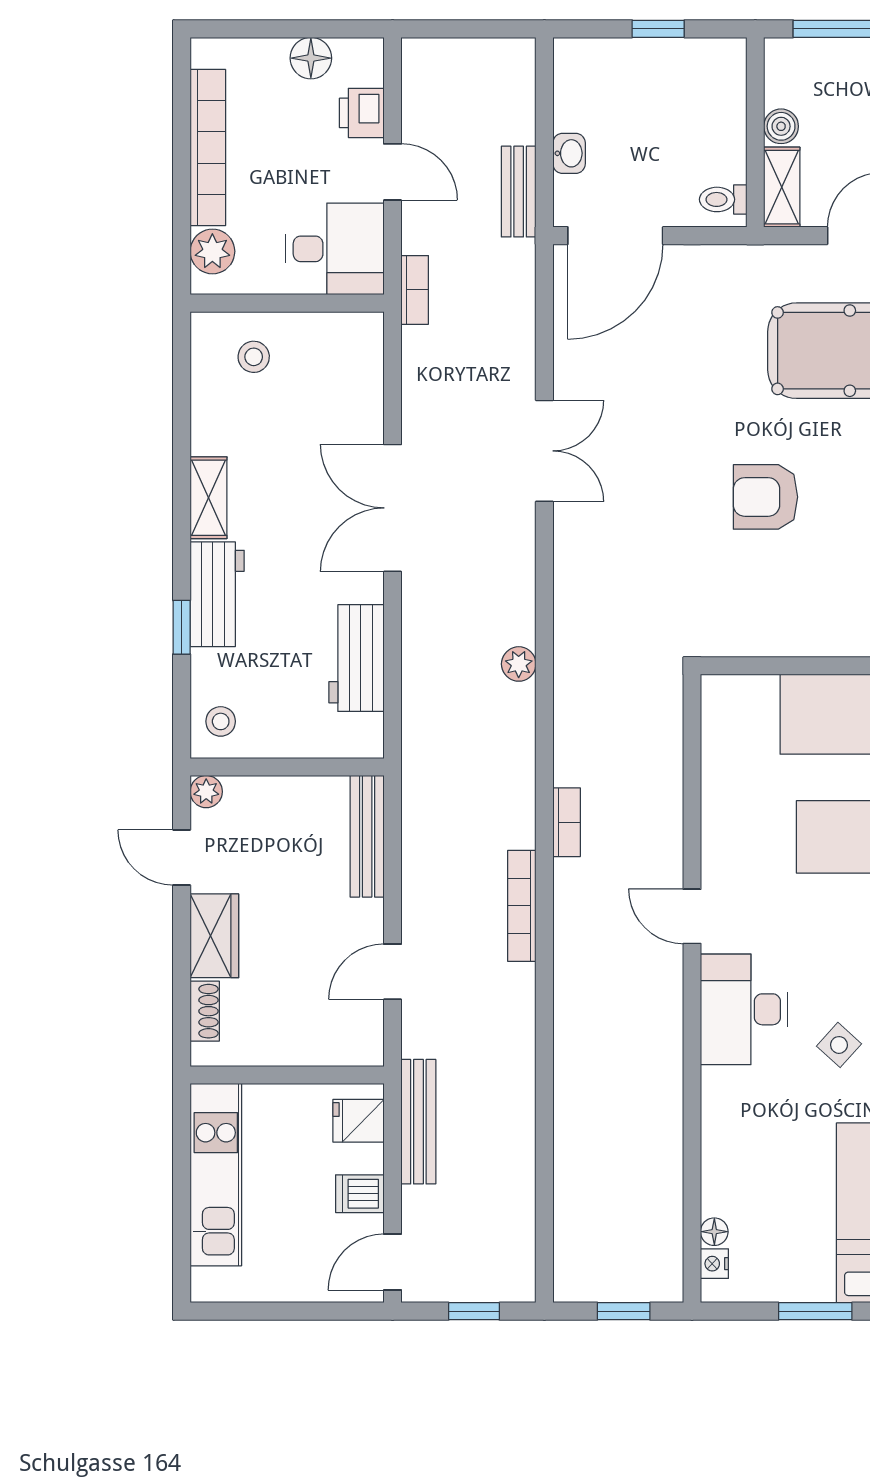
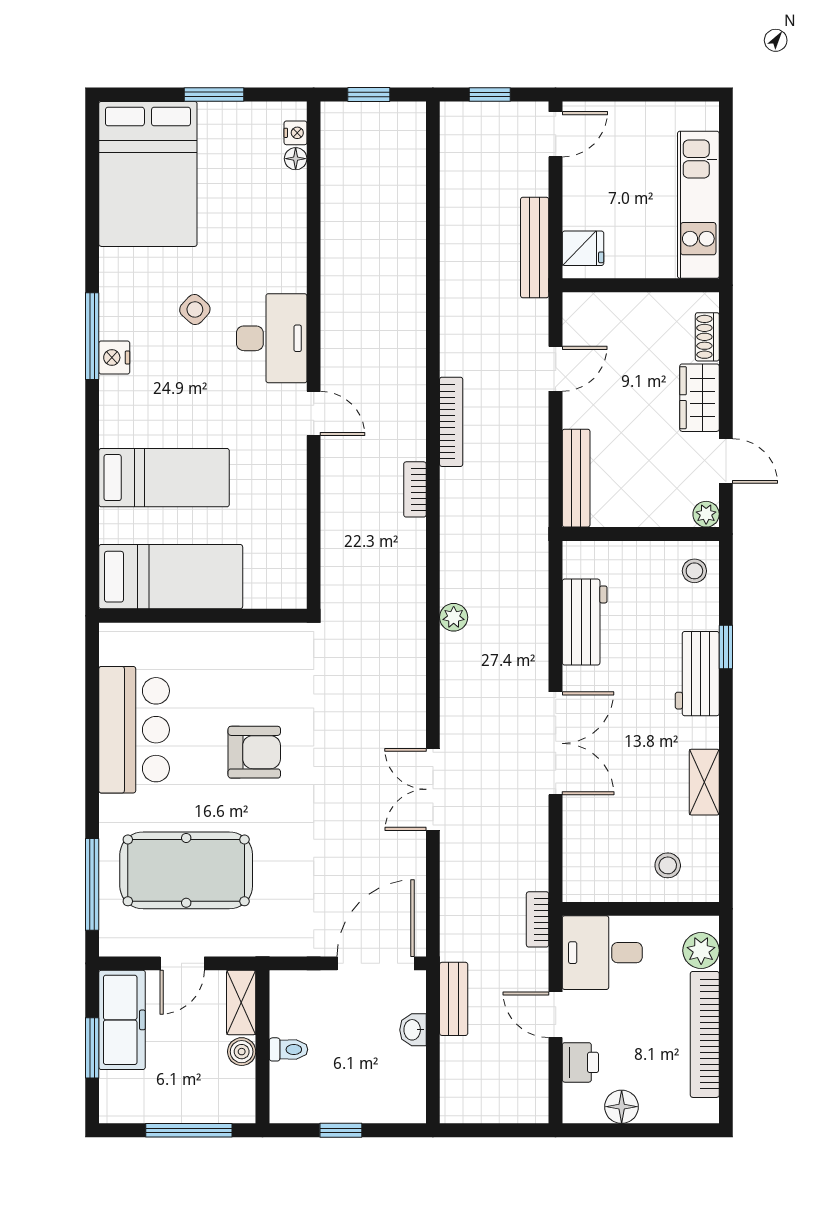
toilet: (723, 199) -> (288, 1049), moved
shelving: (208, 498) -> (704, 782), moved
dishwasher: (360, 1194) -> (582, 189), removed

